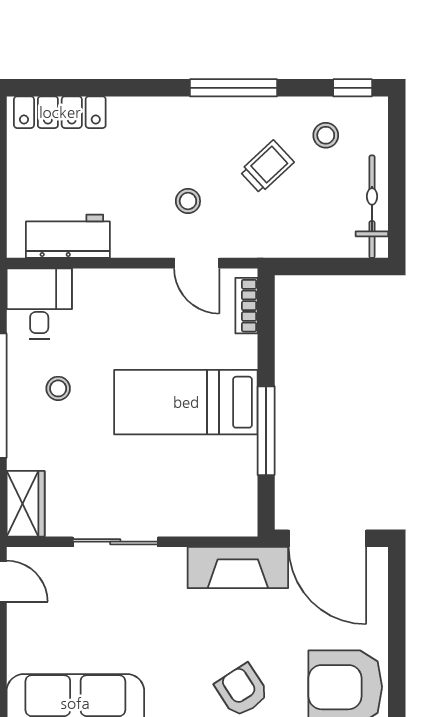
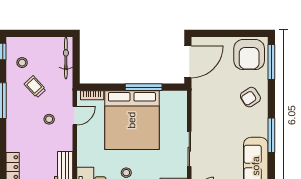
bicycle: (372, 207) -> (66, 58), moved, turned 90
bed: (186, 402) -> (132, 120), width x2.04
fireplace: (238, 568) -> (200, 99), removed

